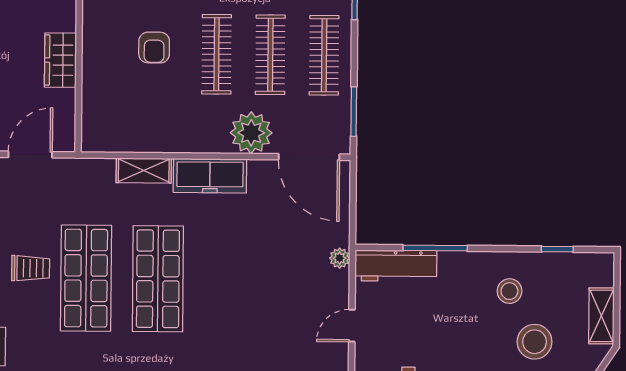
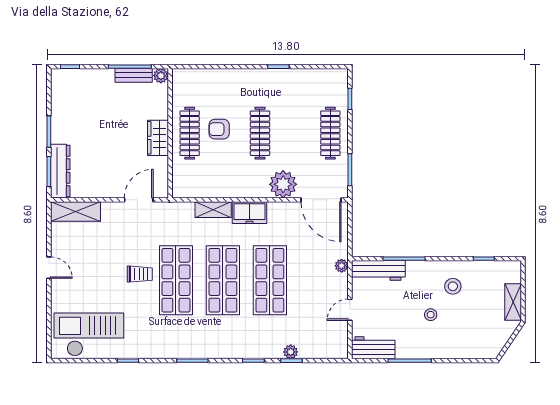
armchair: (154, 48) -> (219, 129), turned 90
clothes rail: (270, 55) -> (190, 133), moved
freezer: (210, 176) -> (250, 213), width x0.71
shop shelf: (230, 279) -> (270, 280), added
stool: (535, 342) -> (431, 315), moved, width x0.53, depth x0.53

